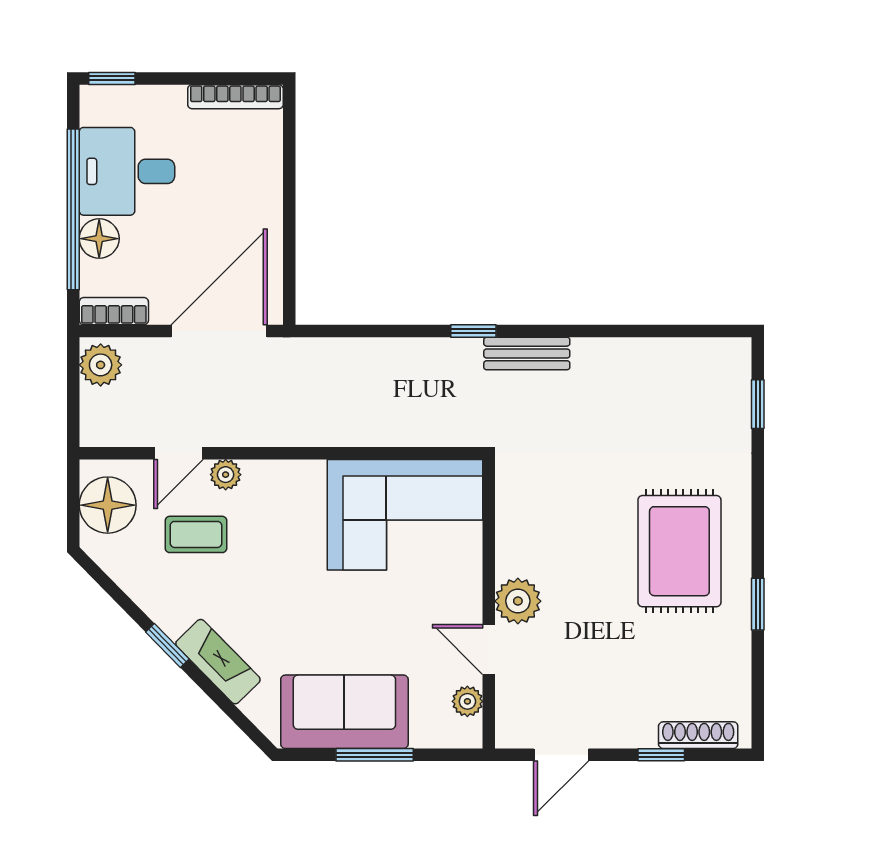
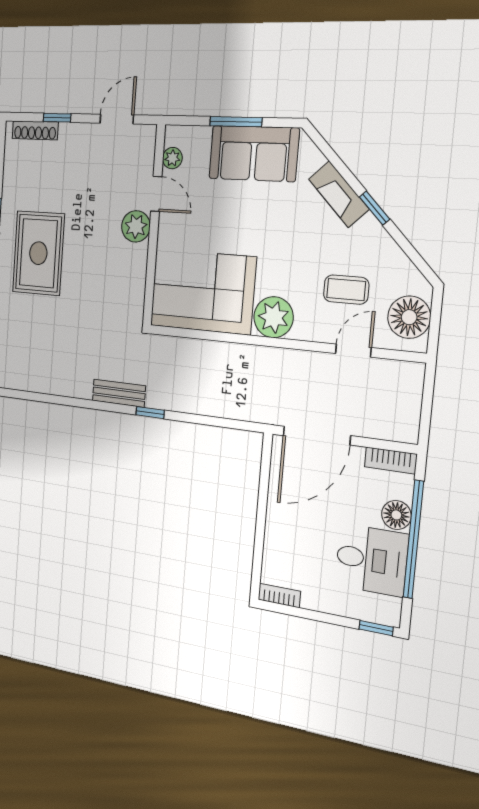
bookcase: (235, 97) -> (279, 596), width x0.64
plant: (101, 365) -> (404, 422), removed
plant: (226, 475) -> (274, 317), moved, width x1.87, depth x1.87

